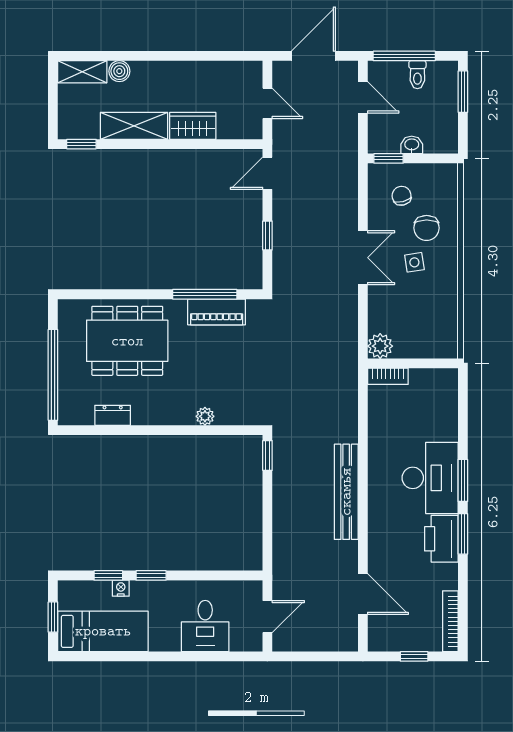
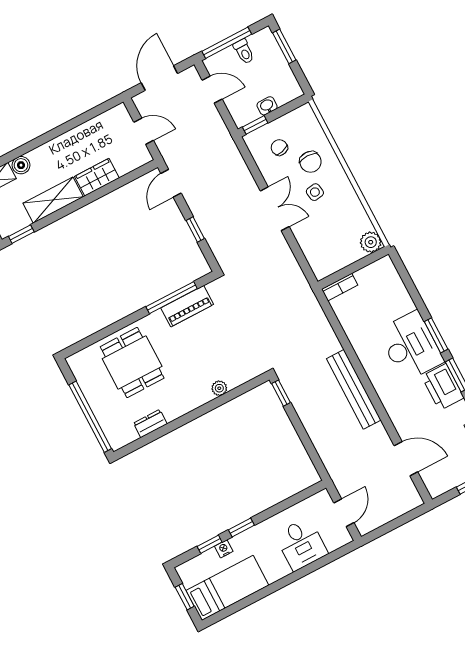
dining table: (127, 341) -> (132, 362), width x0.73
plant: (380, 346) -> (371, 242), moved

